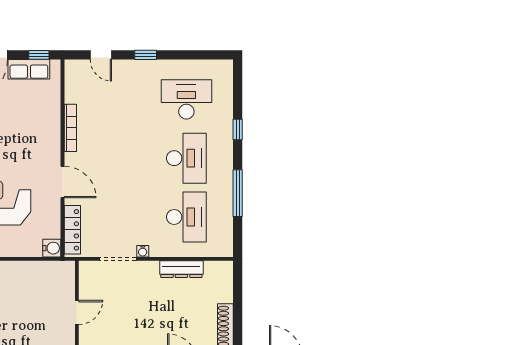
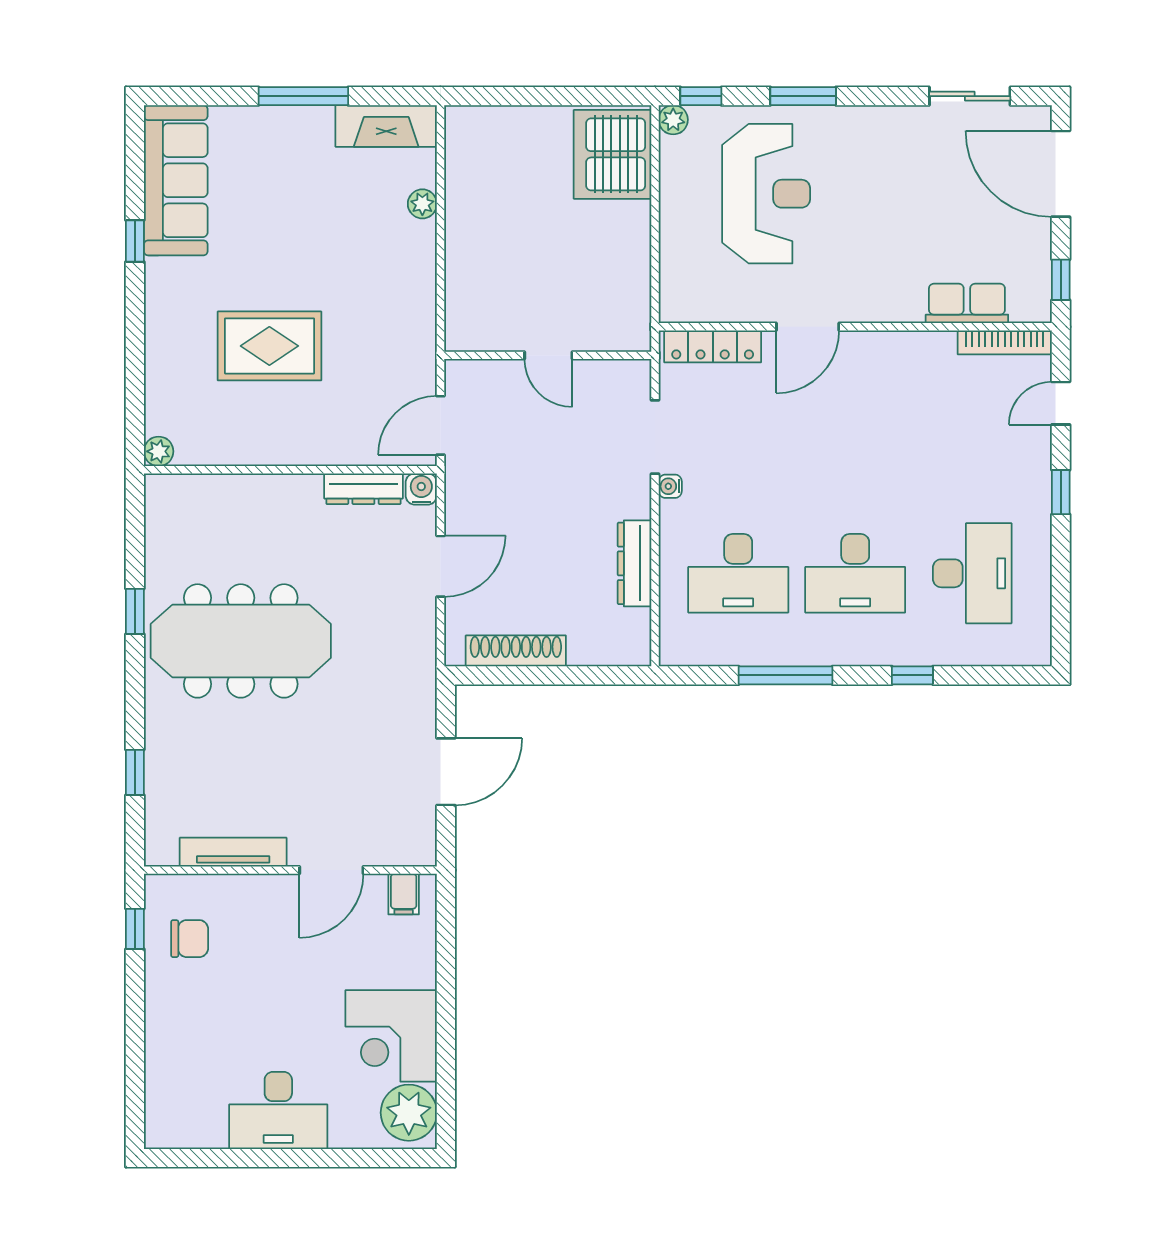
row of seats: (29, 69) -> (967, 303), moved, turned 90
bookcase: (70, 128) -> (1005, 342), moved
water cooler: (52, 248) -> (676, 305), removed

